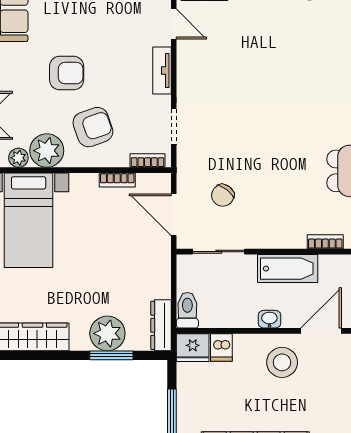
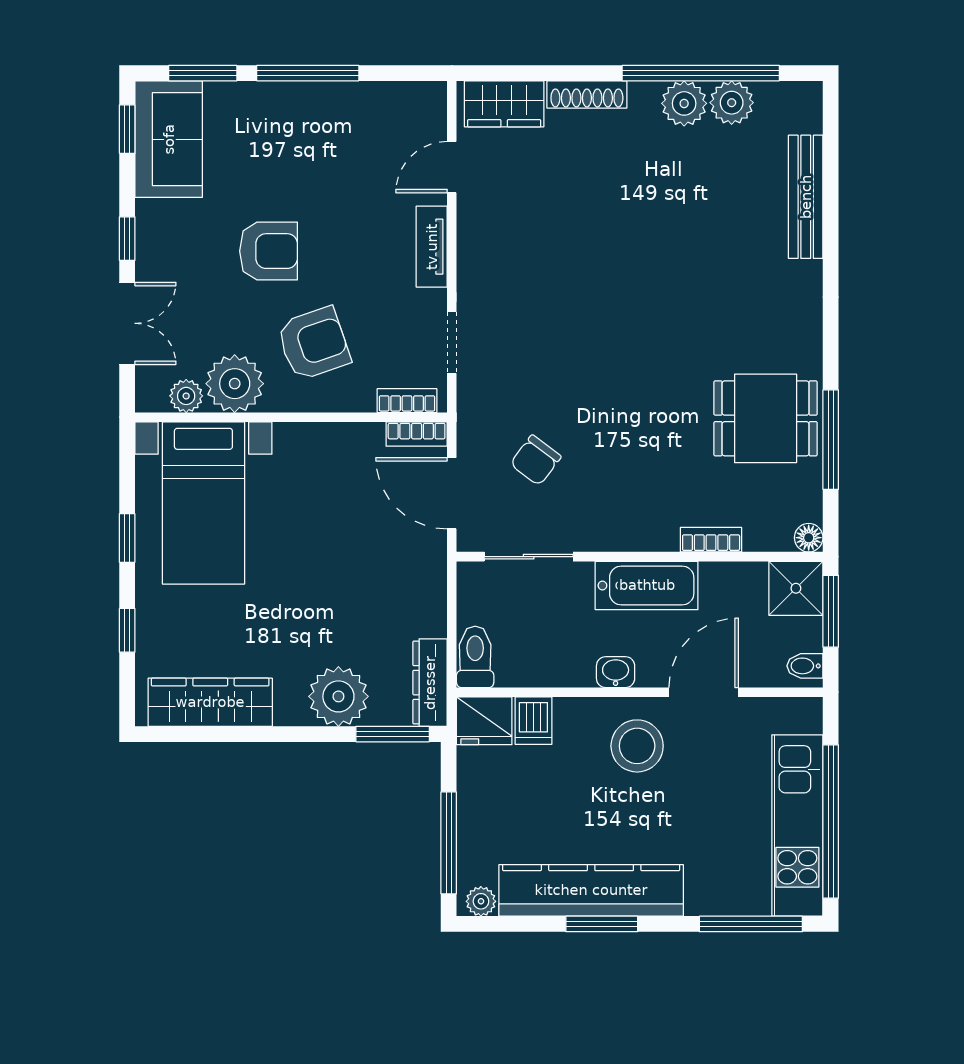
door: (174, 24) -> (452, 167), swing flipped
bookcase: (117, 180) -> (417, 434), moved
window: (111, 355) -> (393, 734), moved

